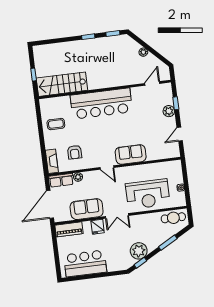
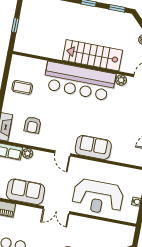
stairs: (62, 84) -> (92, 55), moved
plant: (136, 91) -> (121, 80), added
cafe table: (173, 218) -> (118, 232), removed
fridge: (98, 227) -> (31, 215), removed

